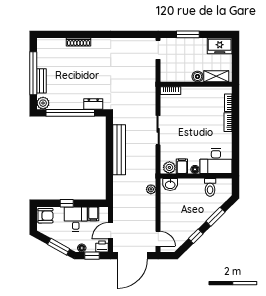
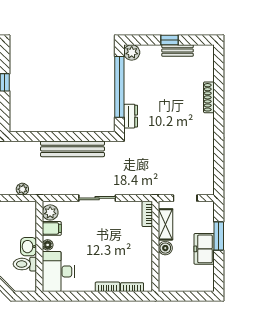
freezer: (220, 46) -> (204, 249), moved
doorway: (158, 50) -> (185, 198), moved
window: (33, 73) -> (169, 40), width x0.32
shelving: (216, 76) -> (166, 224), moved
bench: (41, 81) -> (178, 50), moved
washbasin: (170, 184) -> (29, 247), moved

